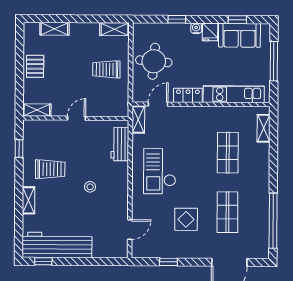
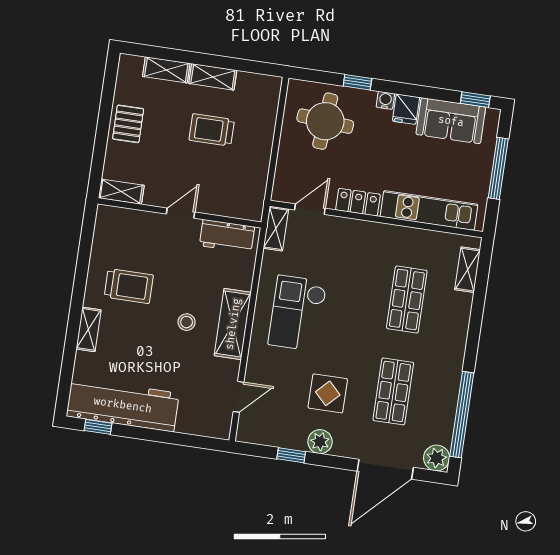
window: (237, 20) -> (475, 100), moved
shelving: (115, 29) -> (213, 77), moved
round table: (154, 61) -> (325, 121), moved
trolley: (106, 69) -> (212, 130), moved
workbench: (120, 144) -> (227, 236), moved, turned -90
window: (19, 148) -> (85, 247), removed
shelving: (120, 184) -> (233, 324), added
plant: (261, 250) -> (437, 458), added
plant: (185, 251) -> (320, 442), added

